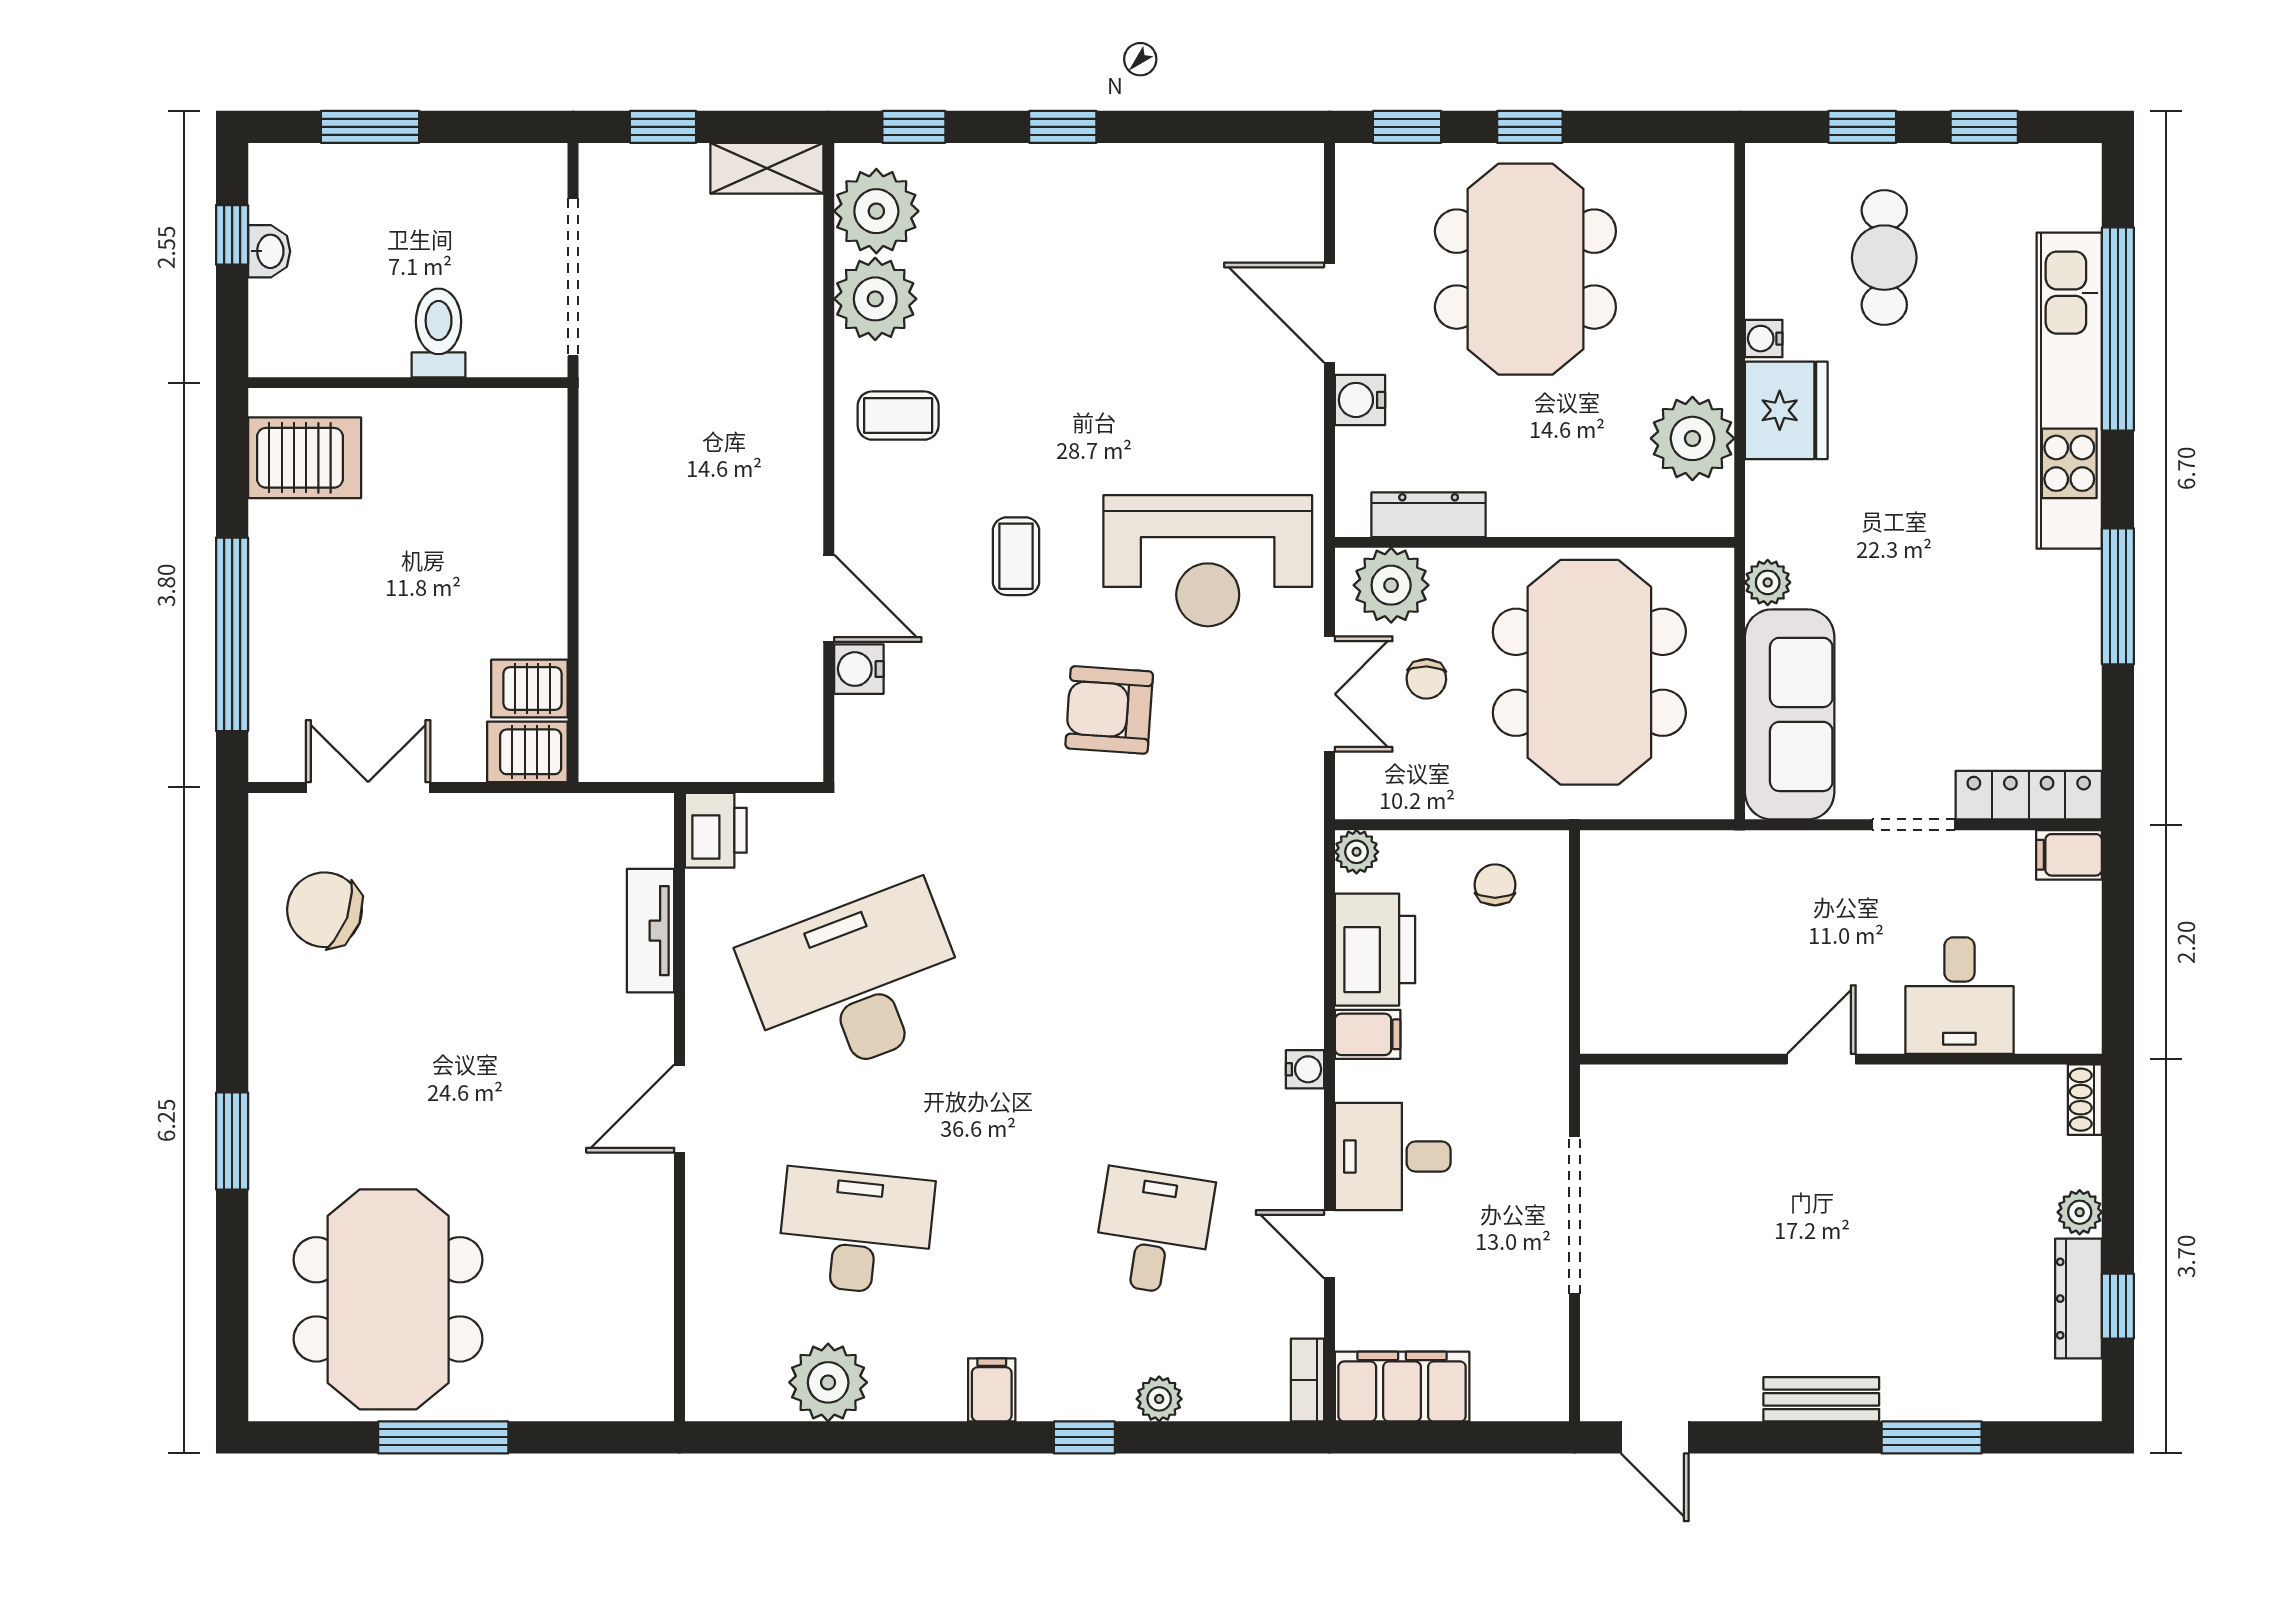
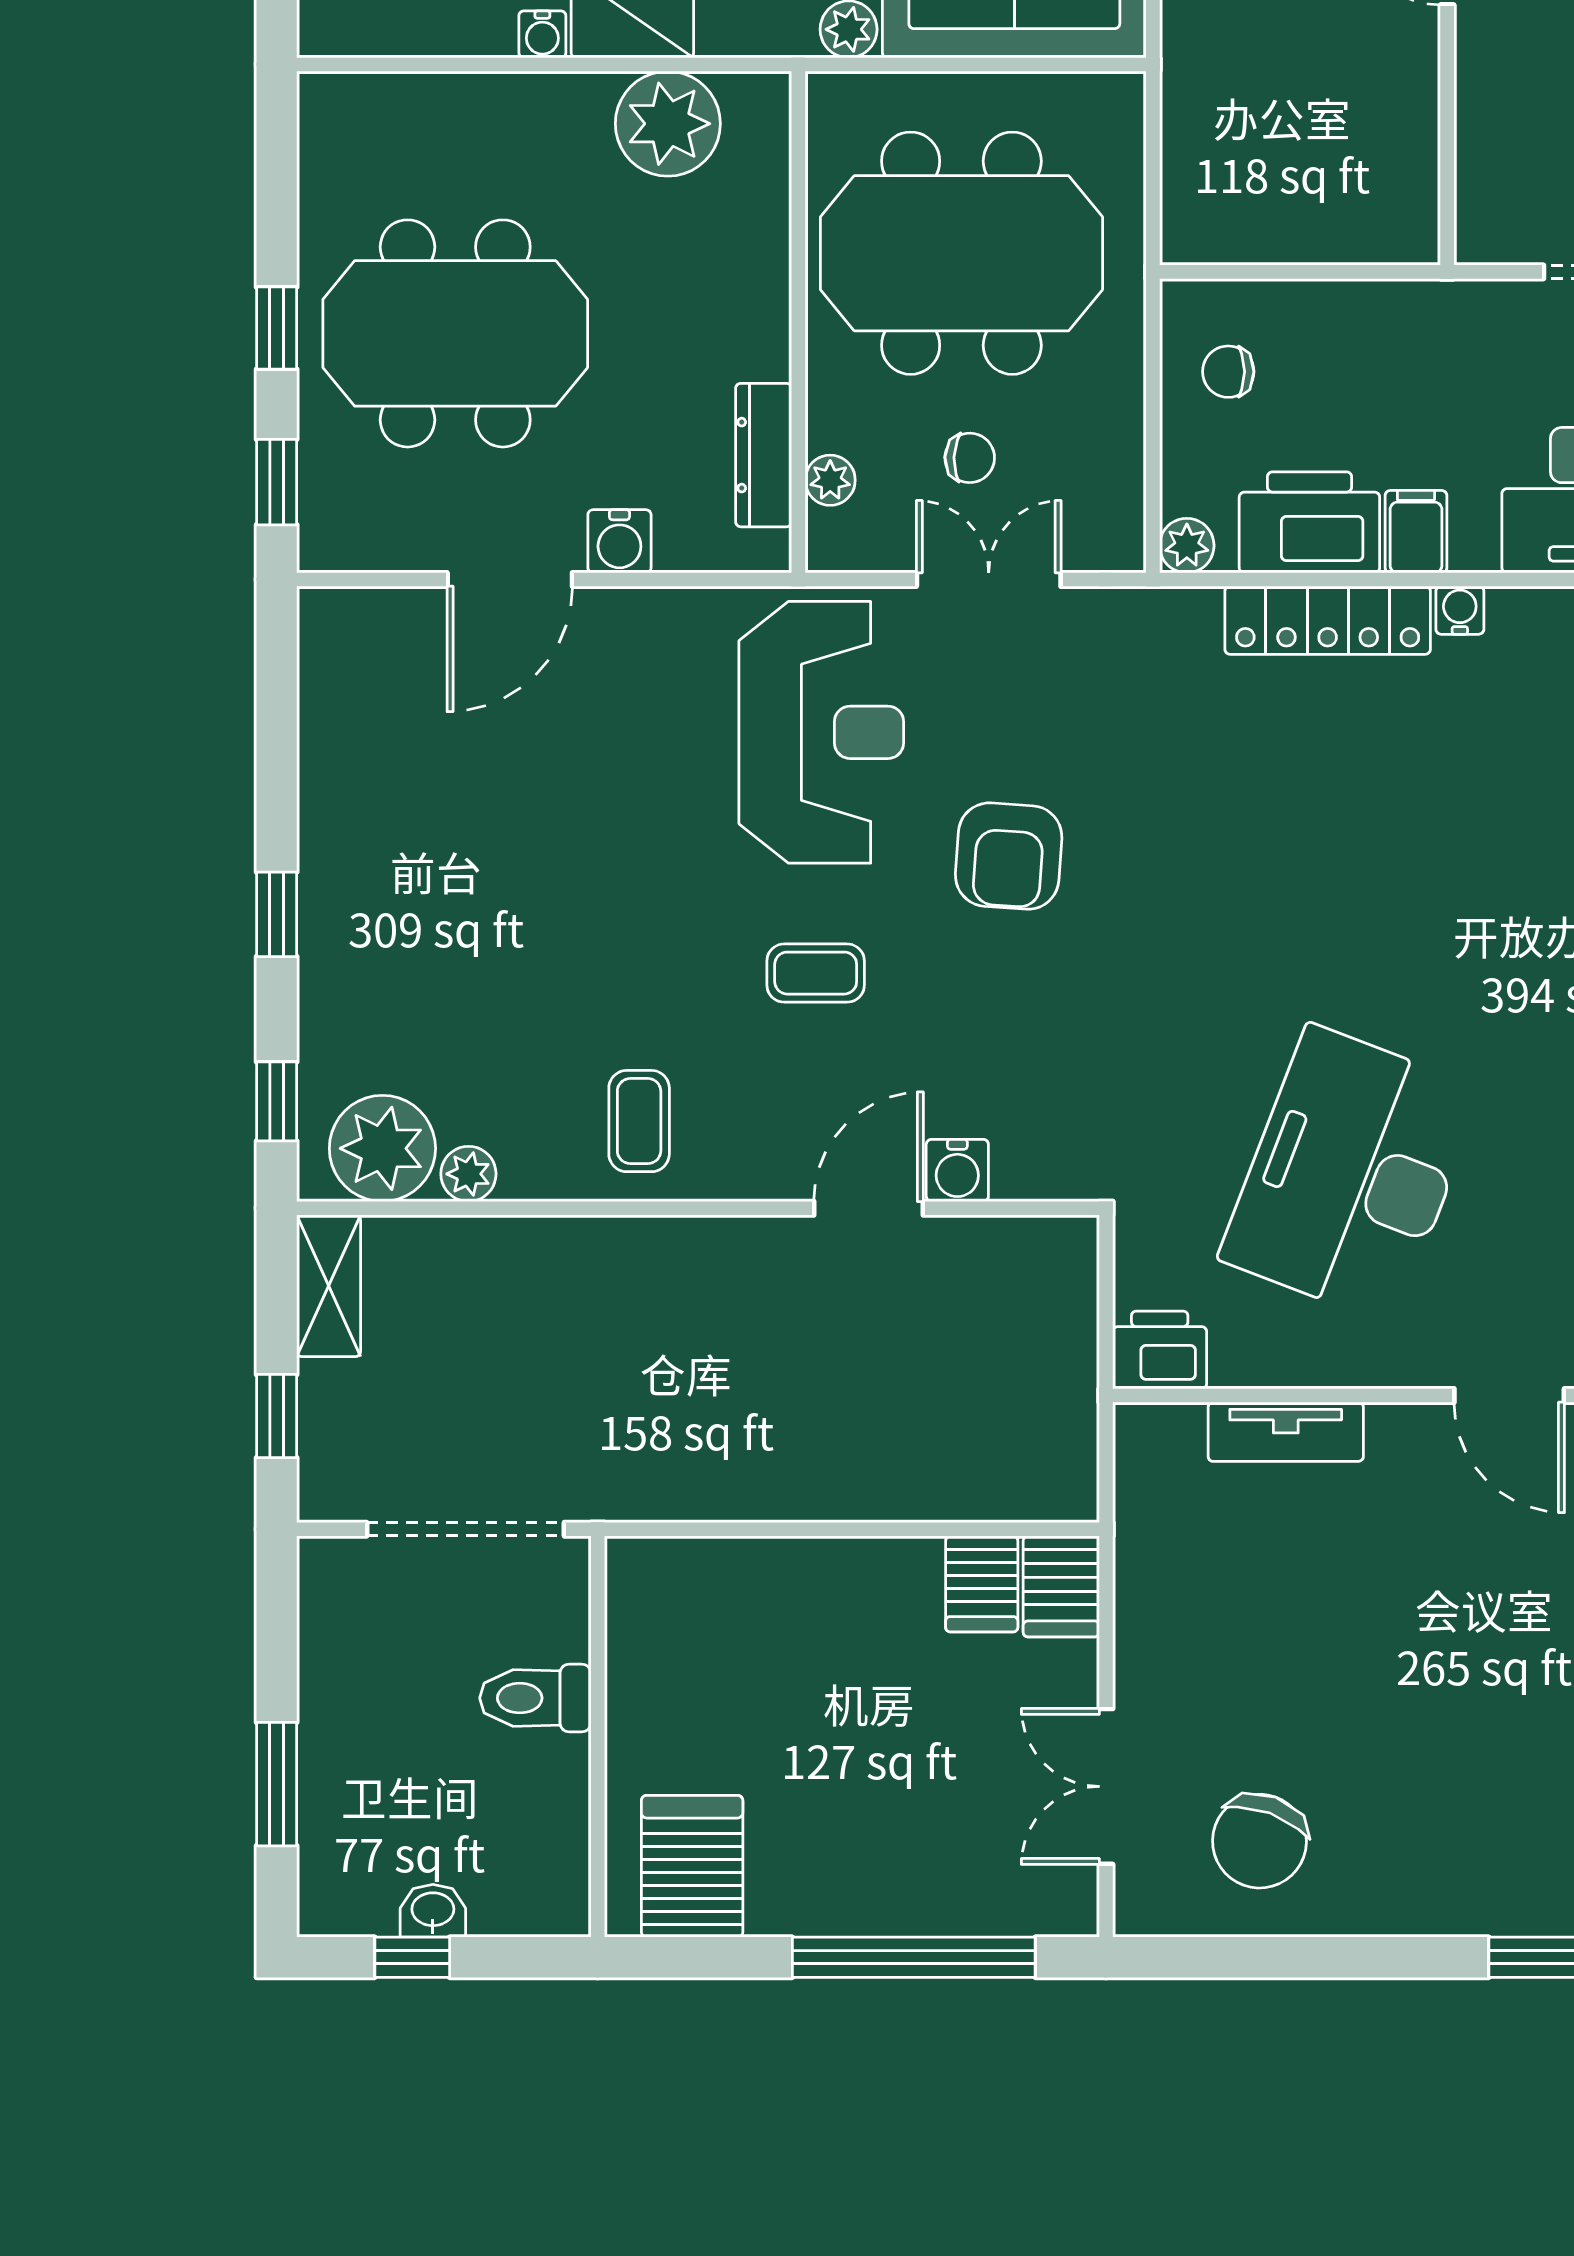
plant: (875, 299) -> (468, 1174), width x0.53, depth x0.53
plant: (1391, 585) -> (830, 480), width x0.53, depth x0.53
locker: (1297, 964) -> (1328, 620), added
desk: (856, 983) -> (1351, 1174), turned 42

